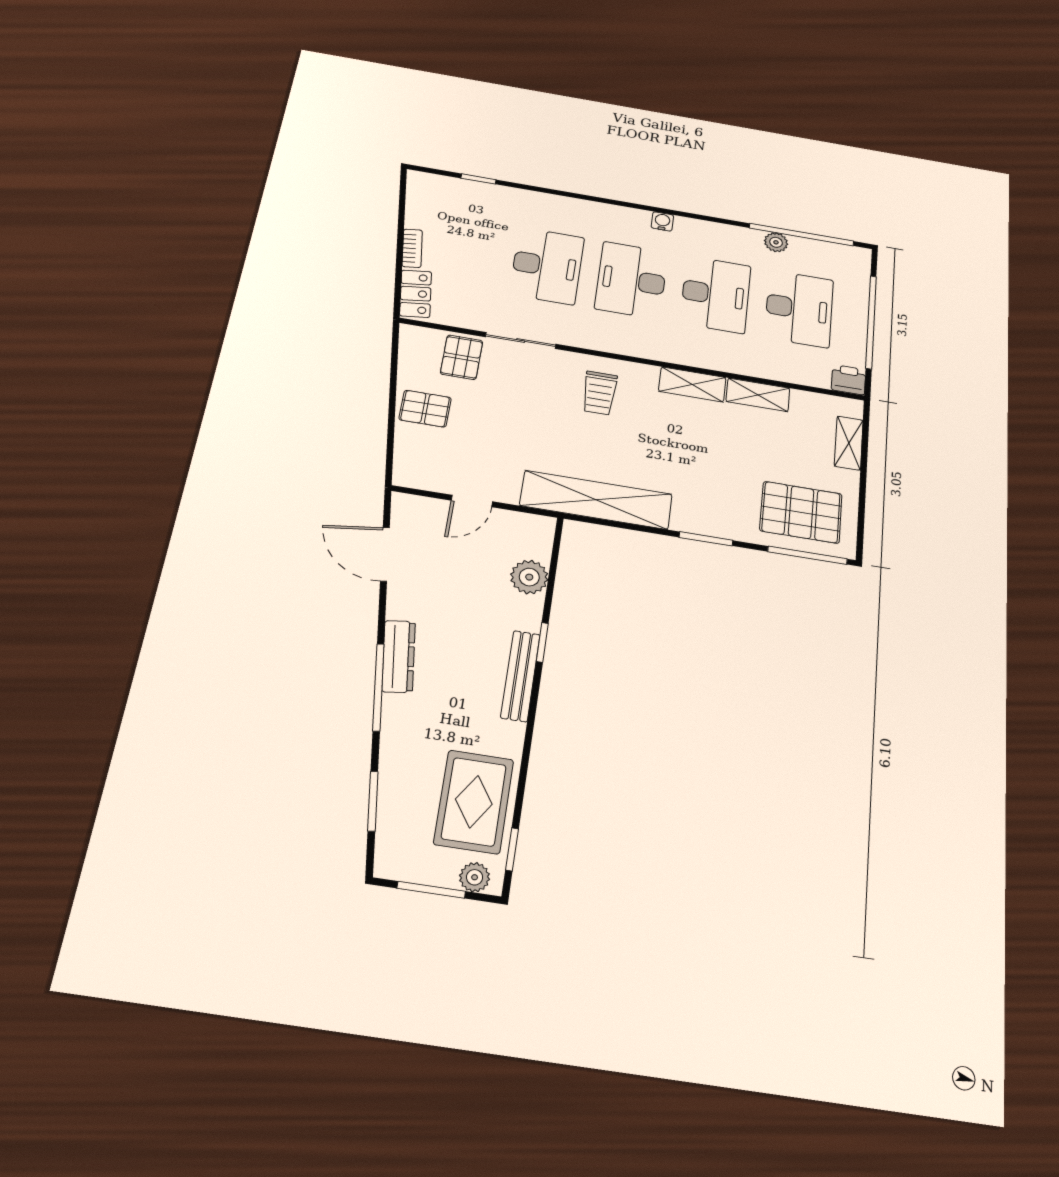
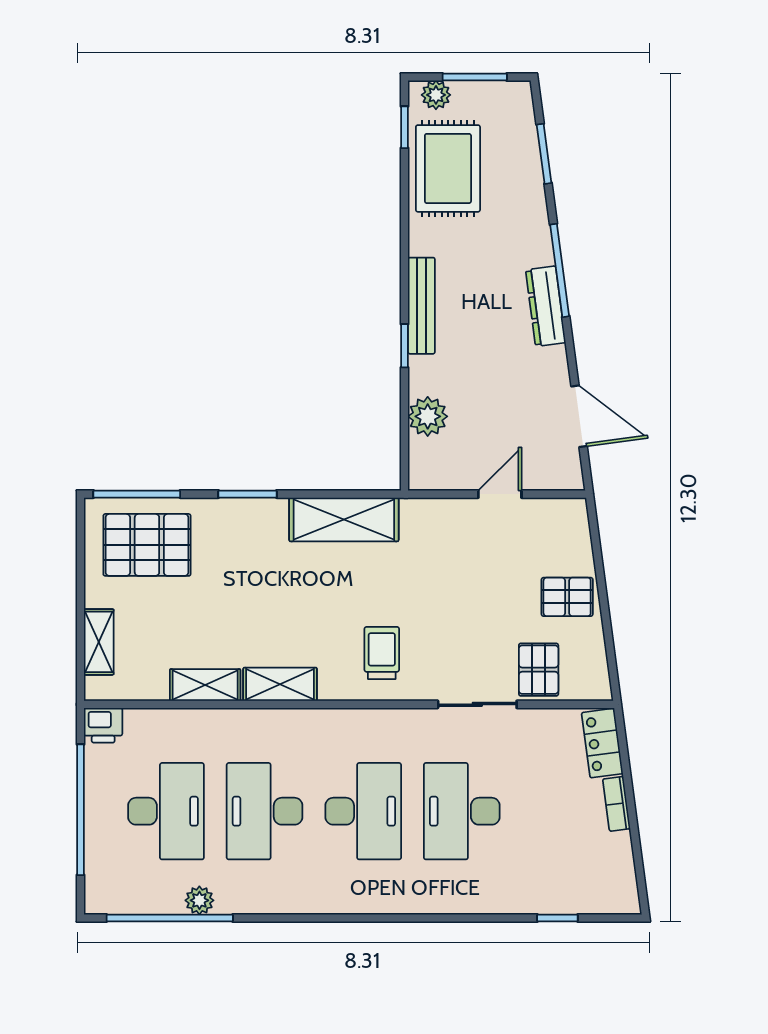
water cooler: (662, 221) -> (336, 902), removed
desk: (799, 309) -> (166, 811), turned 180
shelving: (596, 500) -> (344, 519), width x0.68

